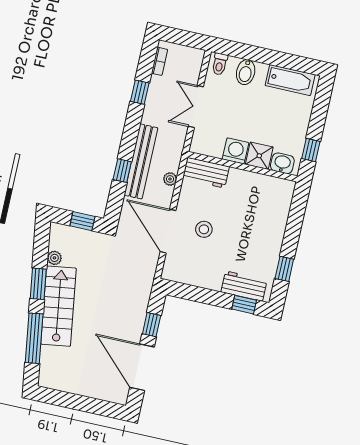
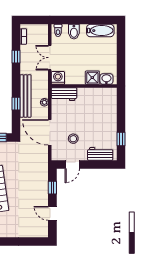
window: (311, 150) -> (121, 68), removed
washing machine: (235, 151) -> (58, 78), moved
stool: (204, 229) -> (73, 139), moved
door: (193, 293) -> (72, 165), added
window: (244, 305) -> (103, 165), removed
door: (142, 367) -> (52, 213), width x0.53

